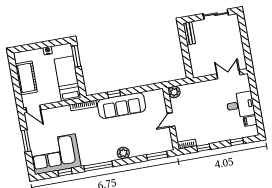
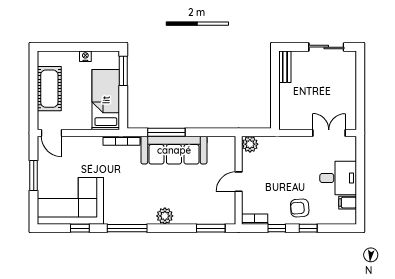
window: (114, 94) -> (166, 132), width x2.17
armchair: (217, 131) -> (300, 208), added
window: (237, 142) -> (308, 228), moved

